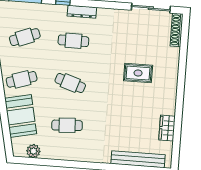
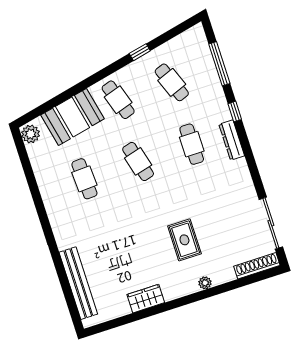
plant: (174, 71) -> (205, 283), added
cafe table: (70, 83) -> (138, 161), turned -33
wardrobe: (167, 128) -> (146, 299), moved
plant: (33, 151) -> (31, 134), moved

